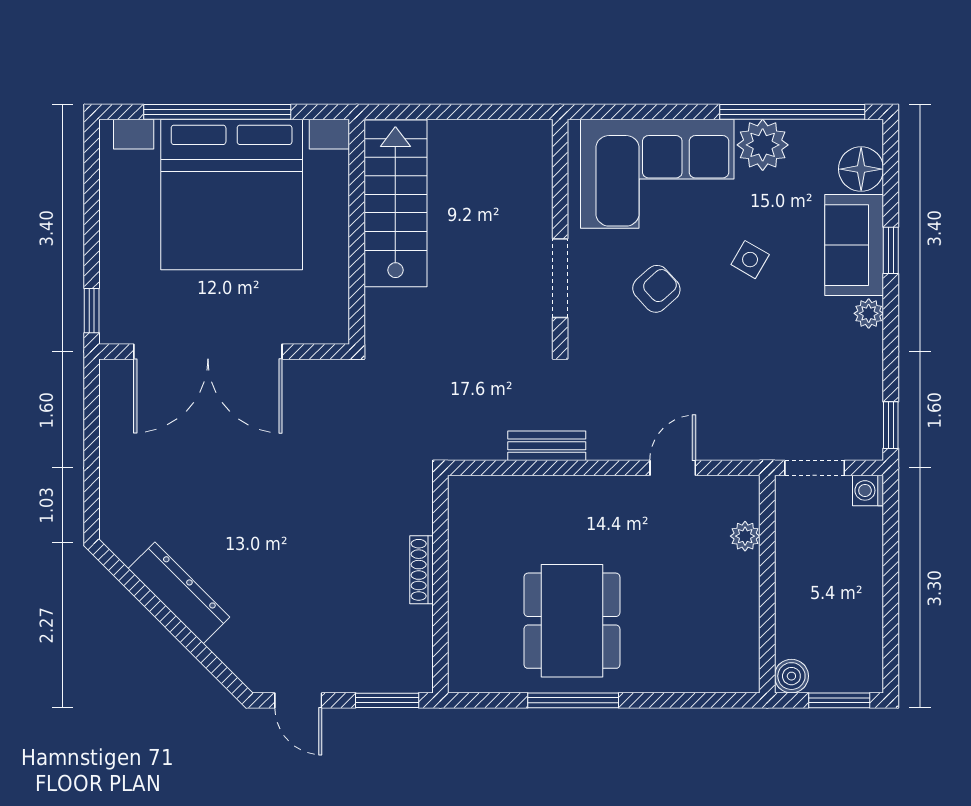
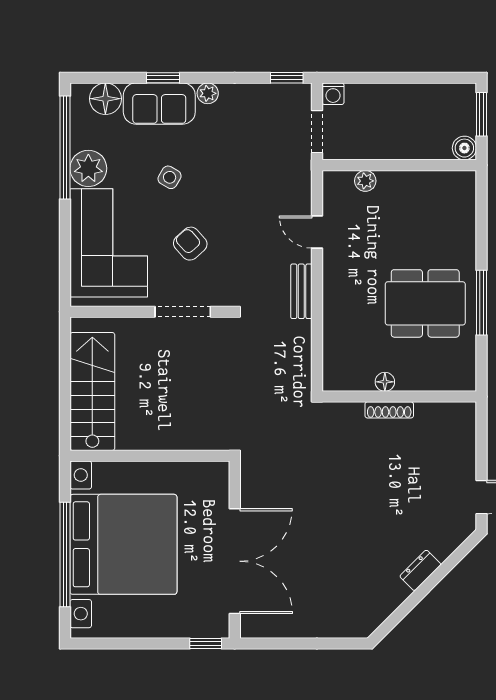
stairs: (395, 203) -> (92, 392), moved, turned 90
bench: (547, 446) -> (301, 291), moved
floor lamp: (461, 564) -> (385, 382), added
dresser: (179, 593) -> (420, 570), width x0.51, depth x0.80
window: (387, 700) -> (482, 434), removed

